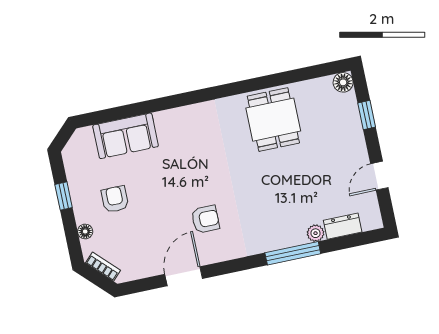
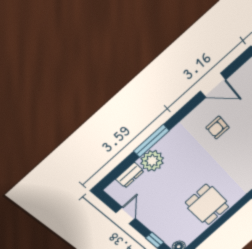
plant: (316, 233) -> (152, 161), width x1.87, depth x1.87
door: (184, 276) -> (213, 85), hinge flipped

